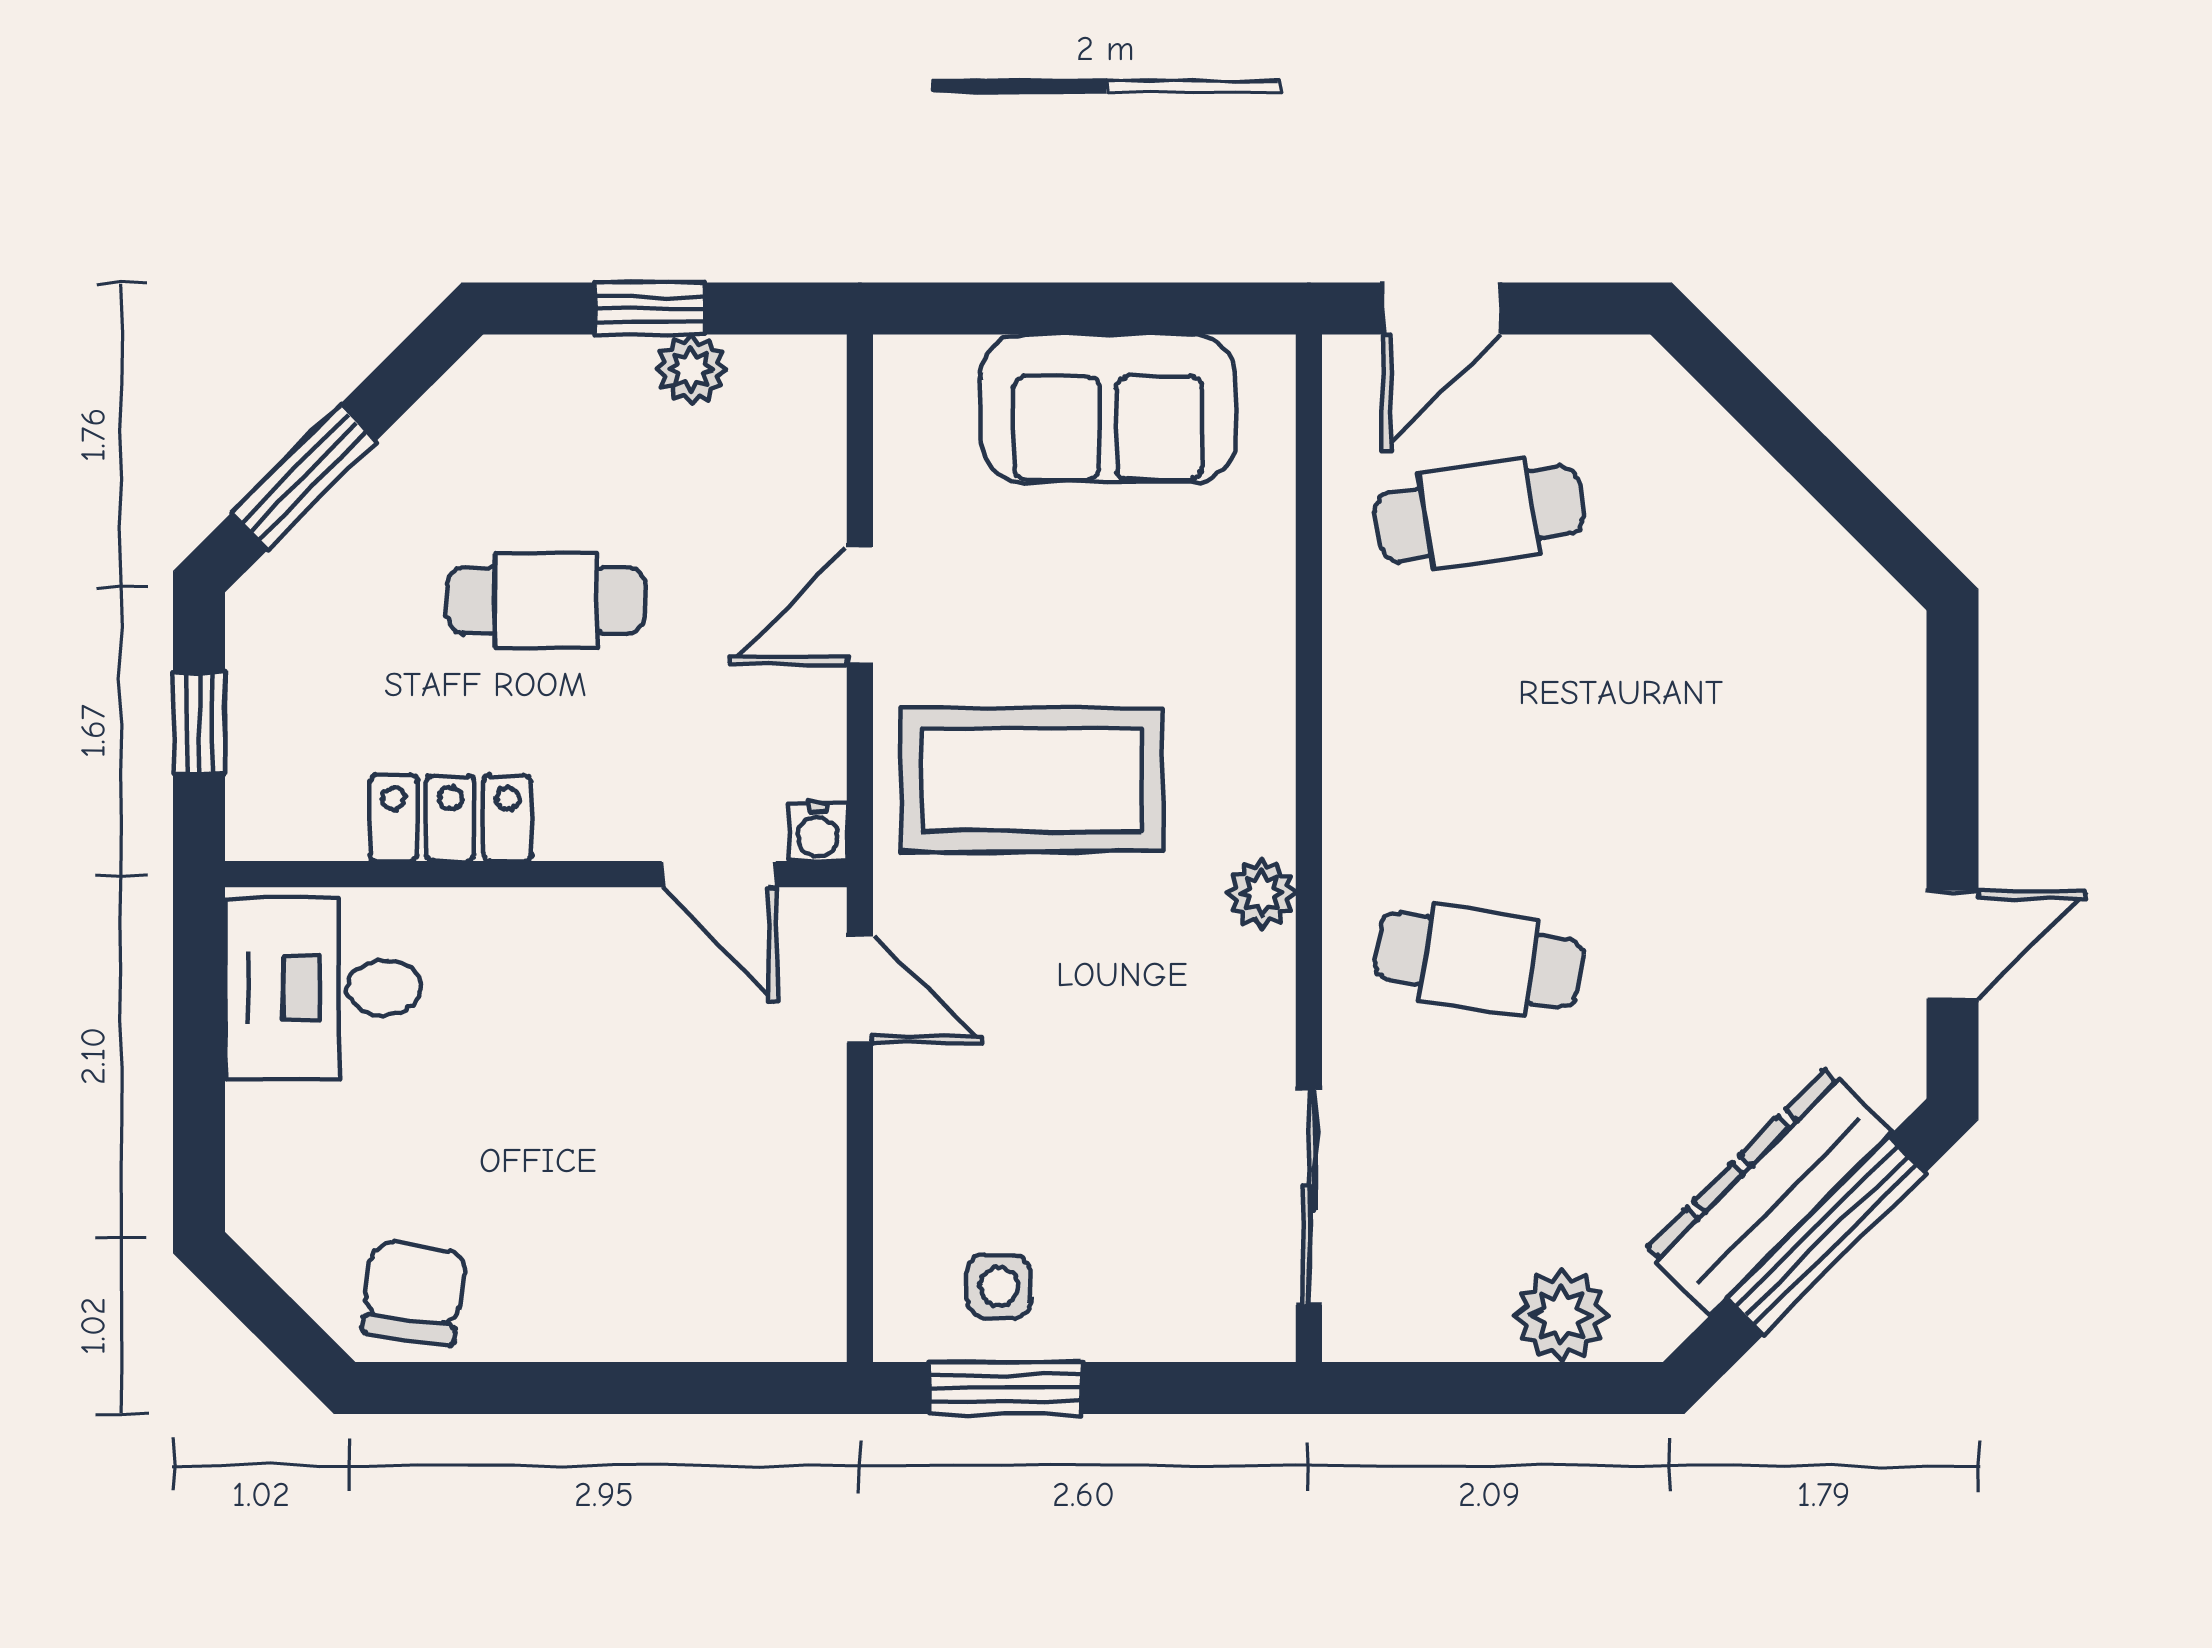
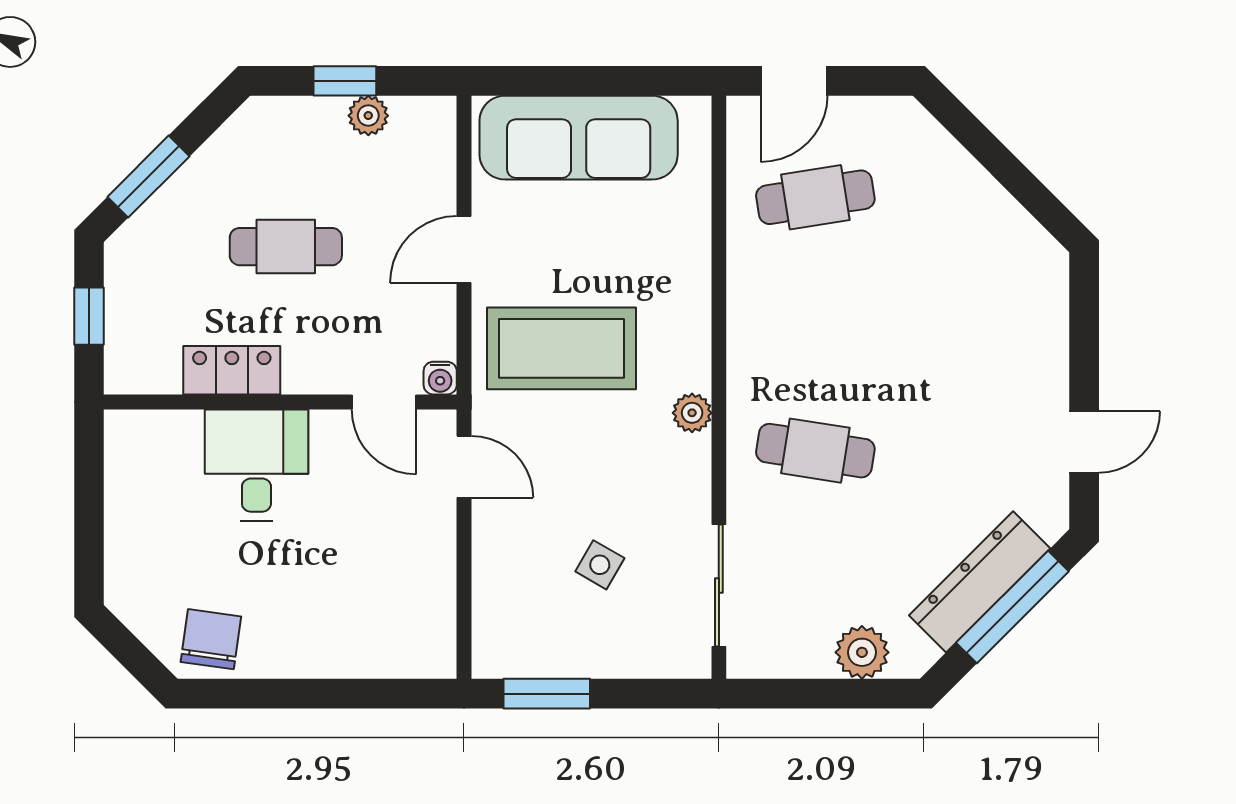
sofa: (1108, 408) -> (579, 138), width x1.36
desk: (323, 988) -> (256, 465), moved, turned 90
side table: (999, 1287) -> (600, 565), moved, turned 30

